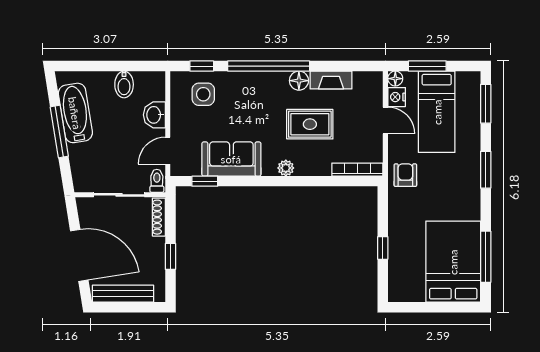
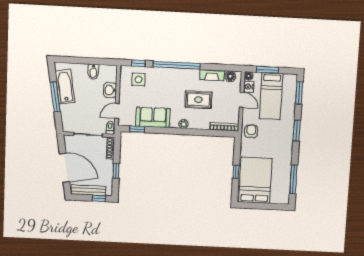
floor lamp: (299, 81) -> (230, 76), moved
bed: (453, 262) -> (255, 180), moved
window: (142, 307) -> (99, 198), added

